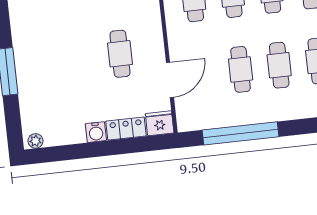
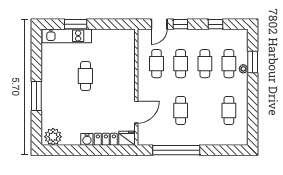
cafe table: (120, 54) -> (85, 76), moved
cafe table: (279, 65) -> (205, 110), removed
plant: (35, 141) -> (53, 137), width x1.87, depth x1.87

